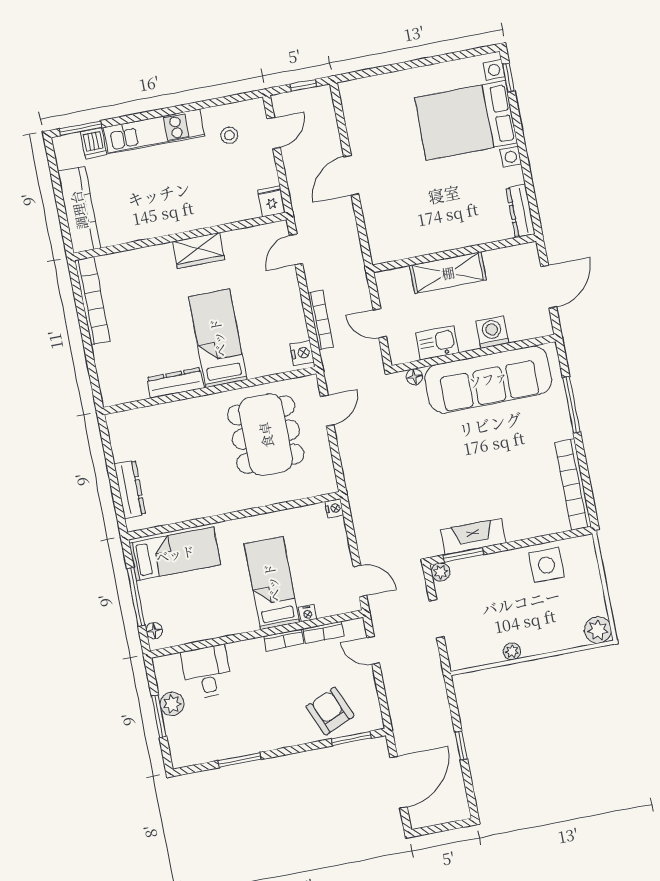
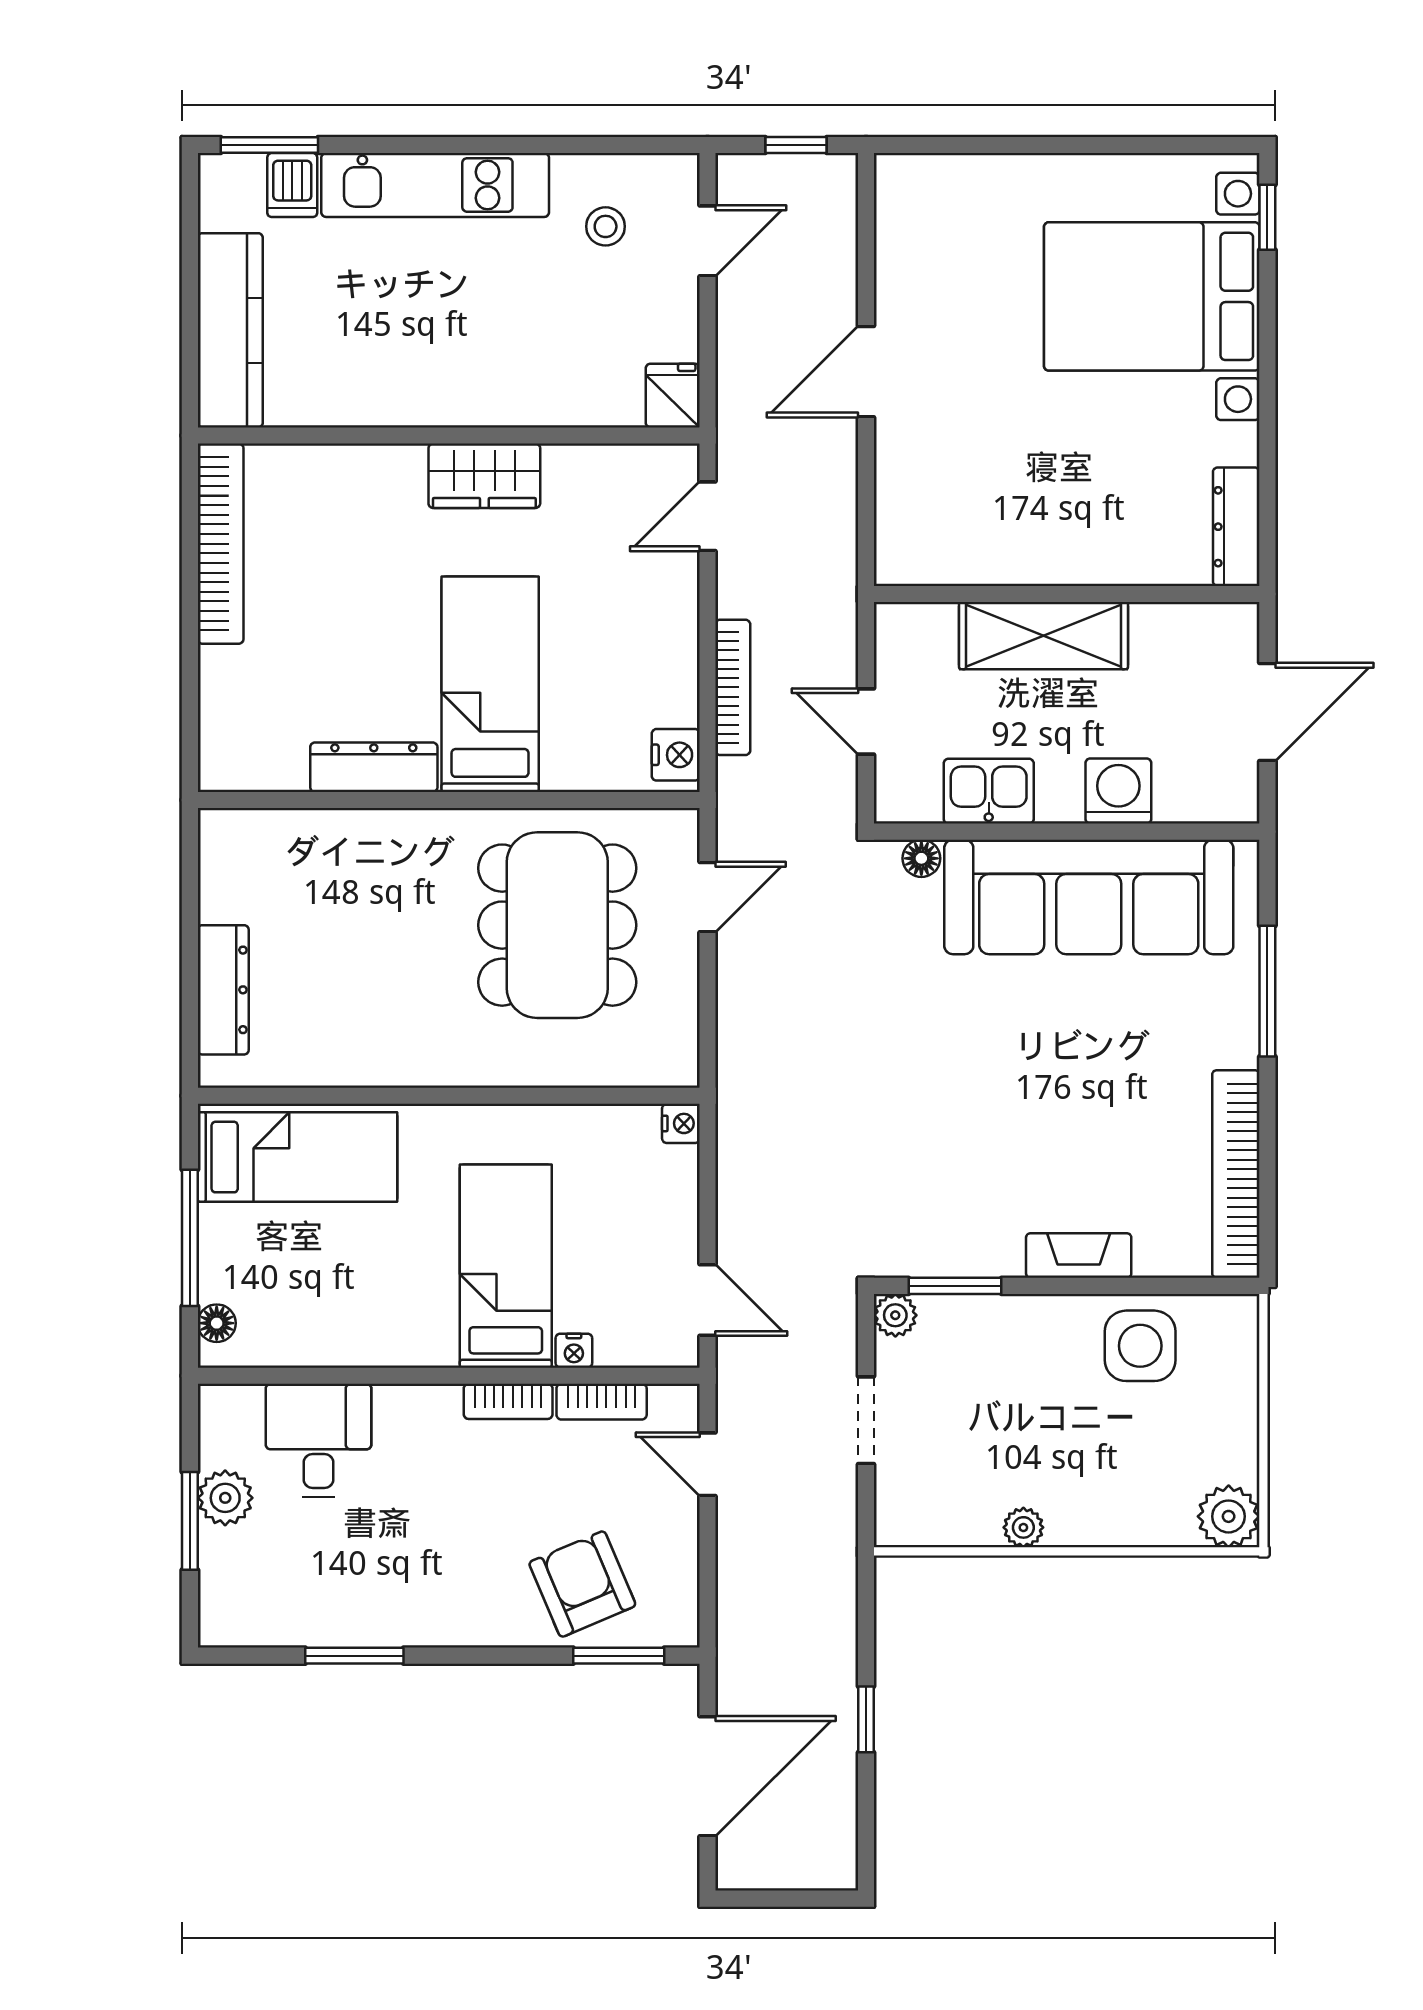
fireplace: (473, 536) -> (1079, 1256), moved, width x0.73, depth x0.76

